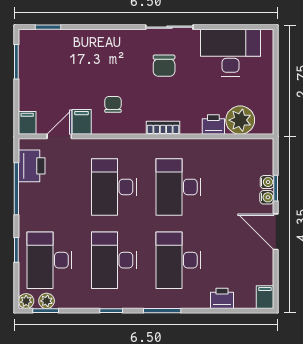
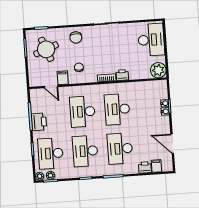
desk: (230, 53) -> (151, 40), moved, turned 90
chair: (164, 66) -> (76, 37), moved
round table: (55, 67) -> (46, 49), added
plant: (240, 120) -> (158, 70), moved
filing cabinet: (27, 123) -> (33, 80), removed
printer: (213, 125) -> (122, 75), moved
door: (59, 136) -> (51, 86), swing flipped
printer: (32, 166) -> (39, 122), moved
door: (276, 232) -> (172, 144), moved
filing cabinet: (265, 297) -> (156, 166), moved

